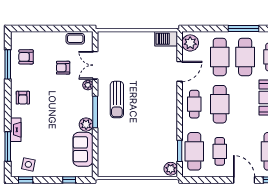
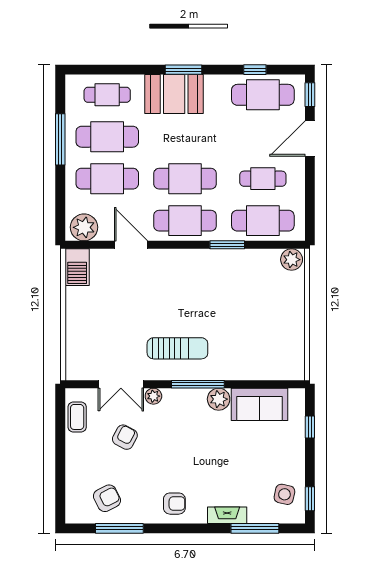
armchair: (26, 57) -> (107, 498), turned -117
armchair: (63, 68) -> (125, 437), turned -152
cafe table: (194, 104) -> (185, 221), width x1.37, depth x1.35
window: (180, 151) -> (227, 245), moved

